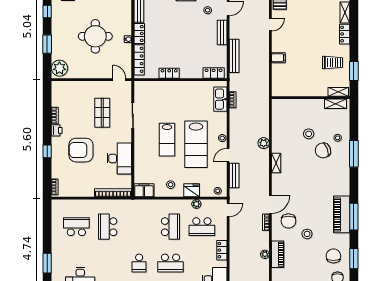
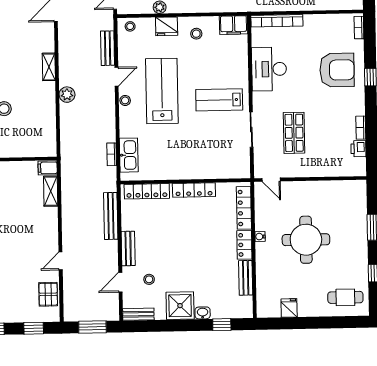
filing cabinet: (278, 58) -> (48, 168), moved
plant: (59, 68) -> (355, 194), removed
locker: (169, 73) -> (194, 190), width x1.53
locker: (214, 73) -> (147, 191), width x1.53
shelving: (277, 74) -> (51, 191), added
printer: (57, 130) -> (358, 149), moved
lab bench: (167, 140) -> (219, 100), moved, turned -90
armchair: (81, 150) -> (337, 70), moved

